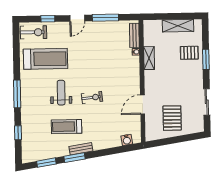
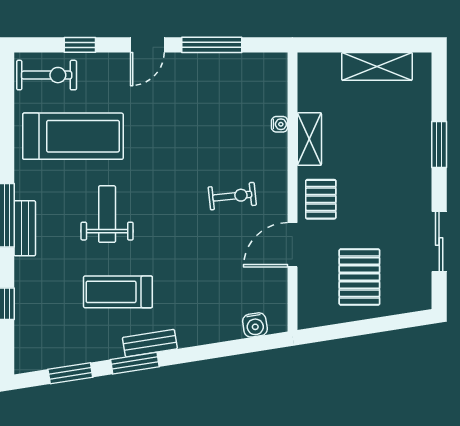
bench: (134, 35) -> (25, 228), moved
pallet: (189, 53) -> (321, 199), moved, turned 90
exercise bike: (92, 98) -> (232, 196), moved

